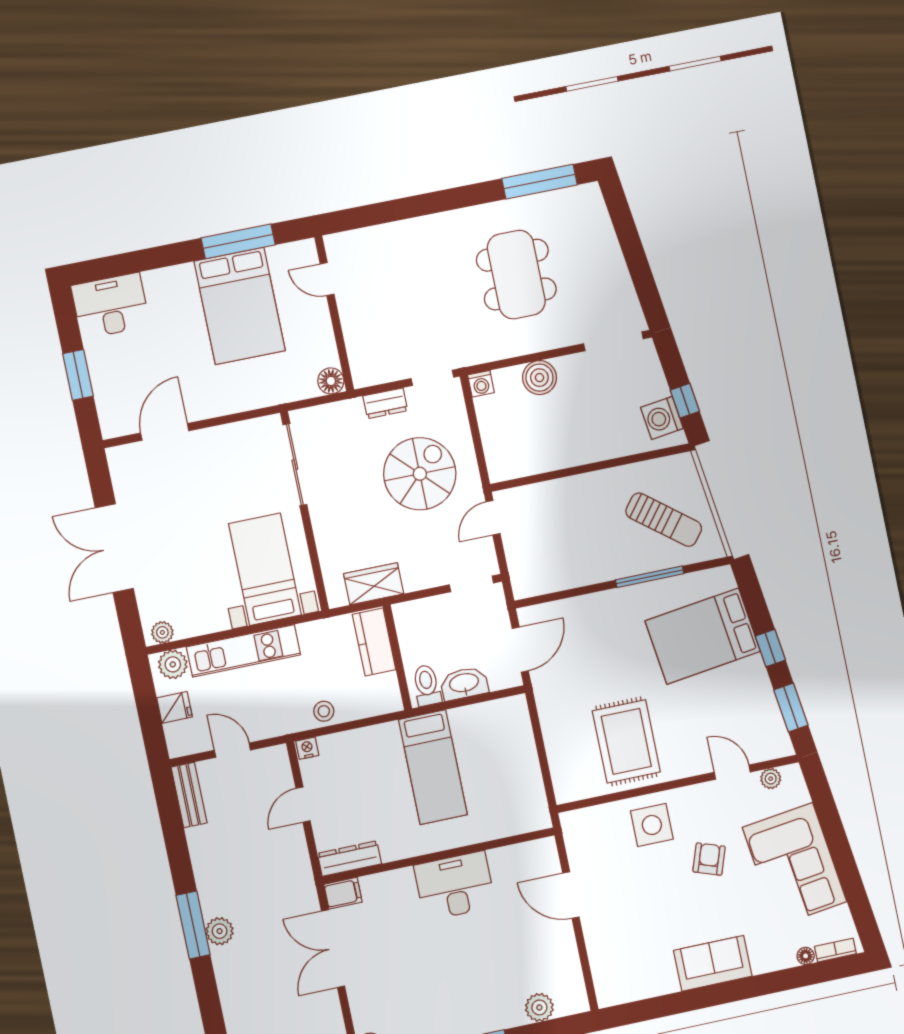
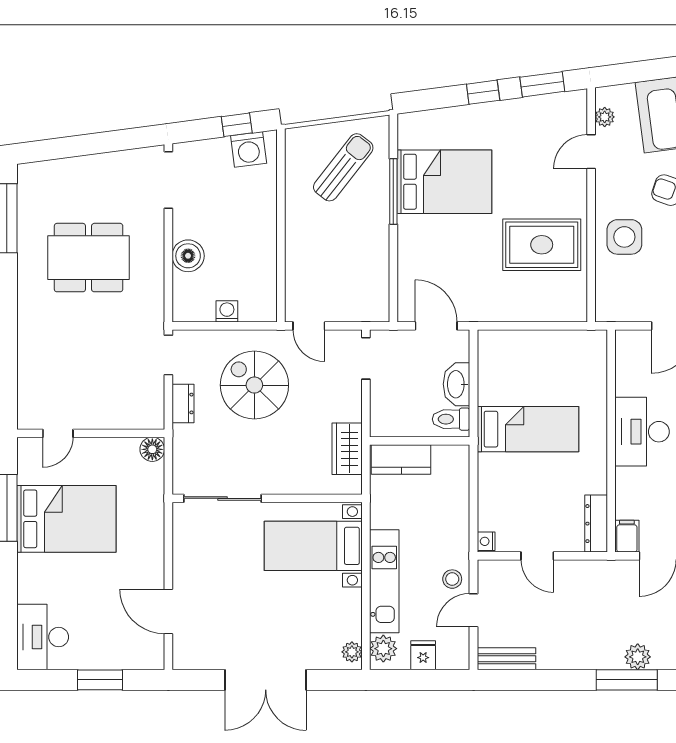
washing machine: (481, 384) -> (227, 311), moved, turned -90
bed: (703, 636) -> (444, 182), moved, turned -82
stool: (324, 711) -> (452, 579), moved

